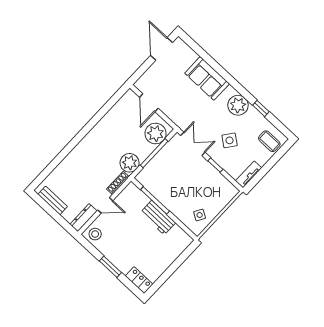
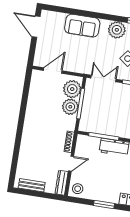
door: (149, 103) -> (53, 71), swing flipped
plant: (130, 163) -> (70, 107), moved

